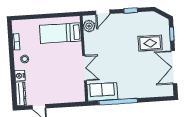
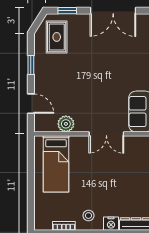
plant: (89, 26) -> (66, 124), moved
rug: (150, 43) -> (57, 37), moved
double door: (84, 68) -> (106, 134), swing flipped

